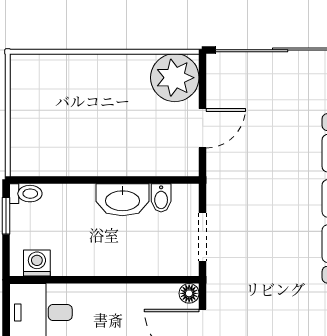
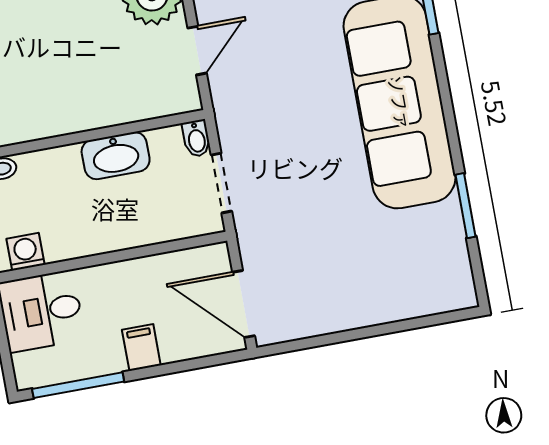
bidet: (161, 198) -> (196, 138), moved
floor lamp: (189, 293) -> (218, 255), removed

